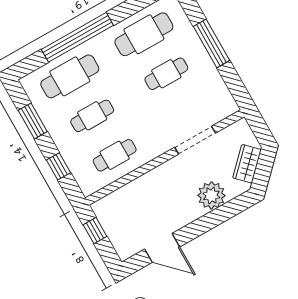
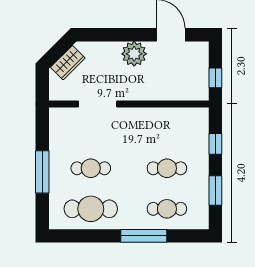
window: (77, 37) -> (144, 236), width x0.68
cafe table: (70, 76) -> (167, 209), width x0.73, depth x0.74
cafe table: (115, 155) -> (167, 128), removed
plant: (211, 195) -> (134, 54), moved

